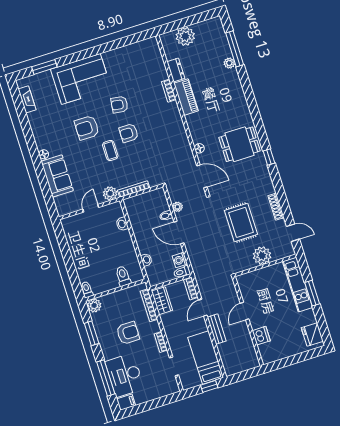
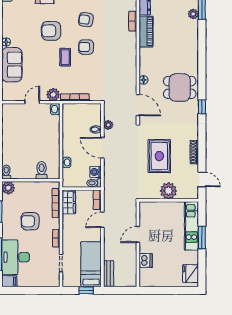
washbasin: (122, 224) -> (55, 109), moved
bench: (217, 329) -> (109, 274), moved
armchair: (128, 333) -> (30, 221), turned 180

